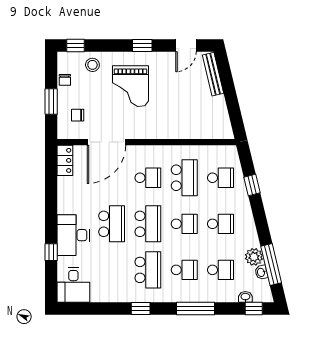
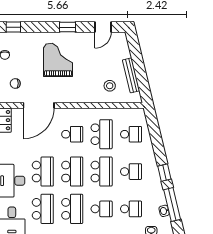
stool: (92, 65) -> (110, 86), moved
bench: (213, 74) -> (131, 75), moved
grand piano: (130, 86) -> (58, 60), turned 180
window: (252, 185) -> (164, 173), moved
school desk: (184, 224) -> (102, 172), width x1.85
plant: (254, 257) -> (158, 198), removed
school desk: (112, 270) -> (43, 209), added

